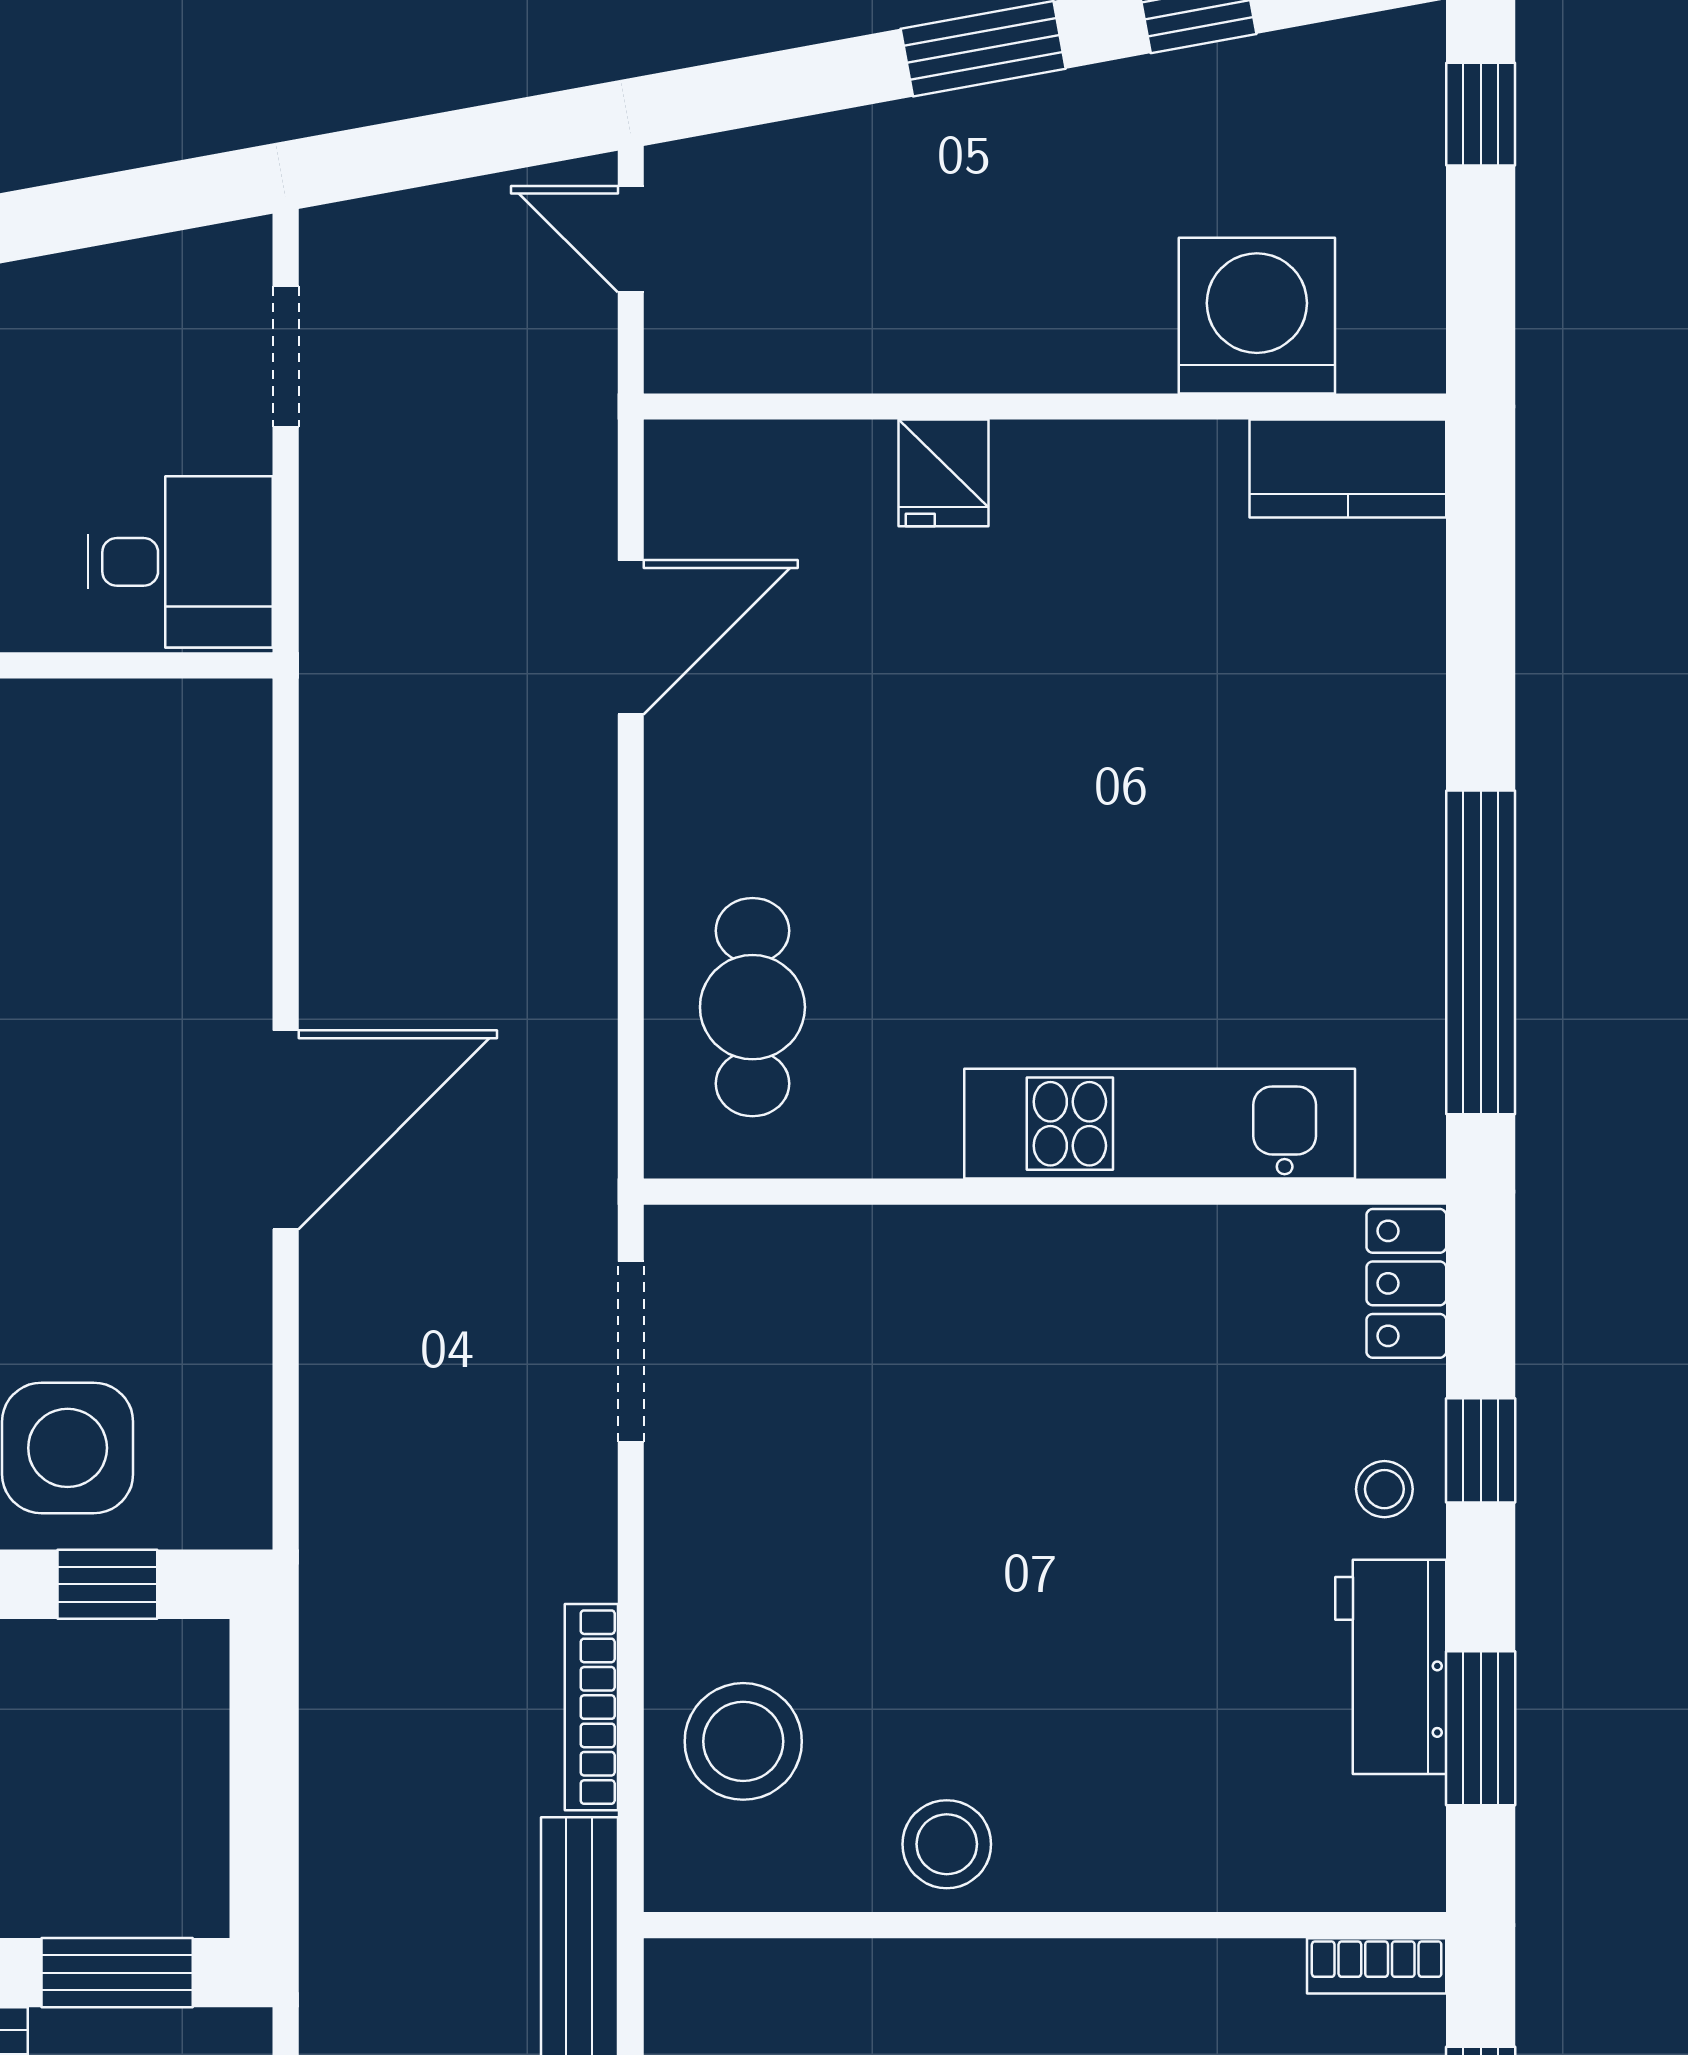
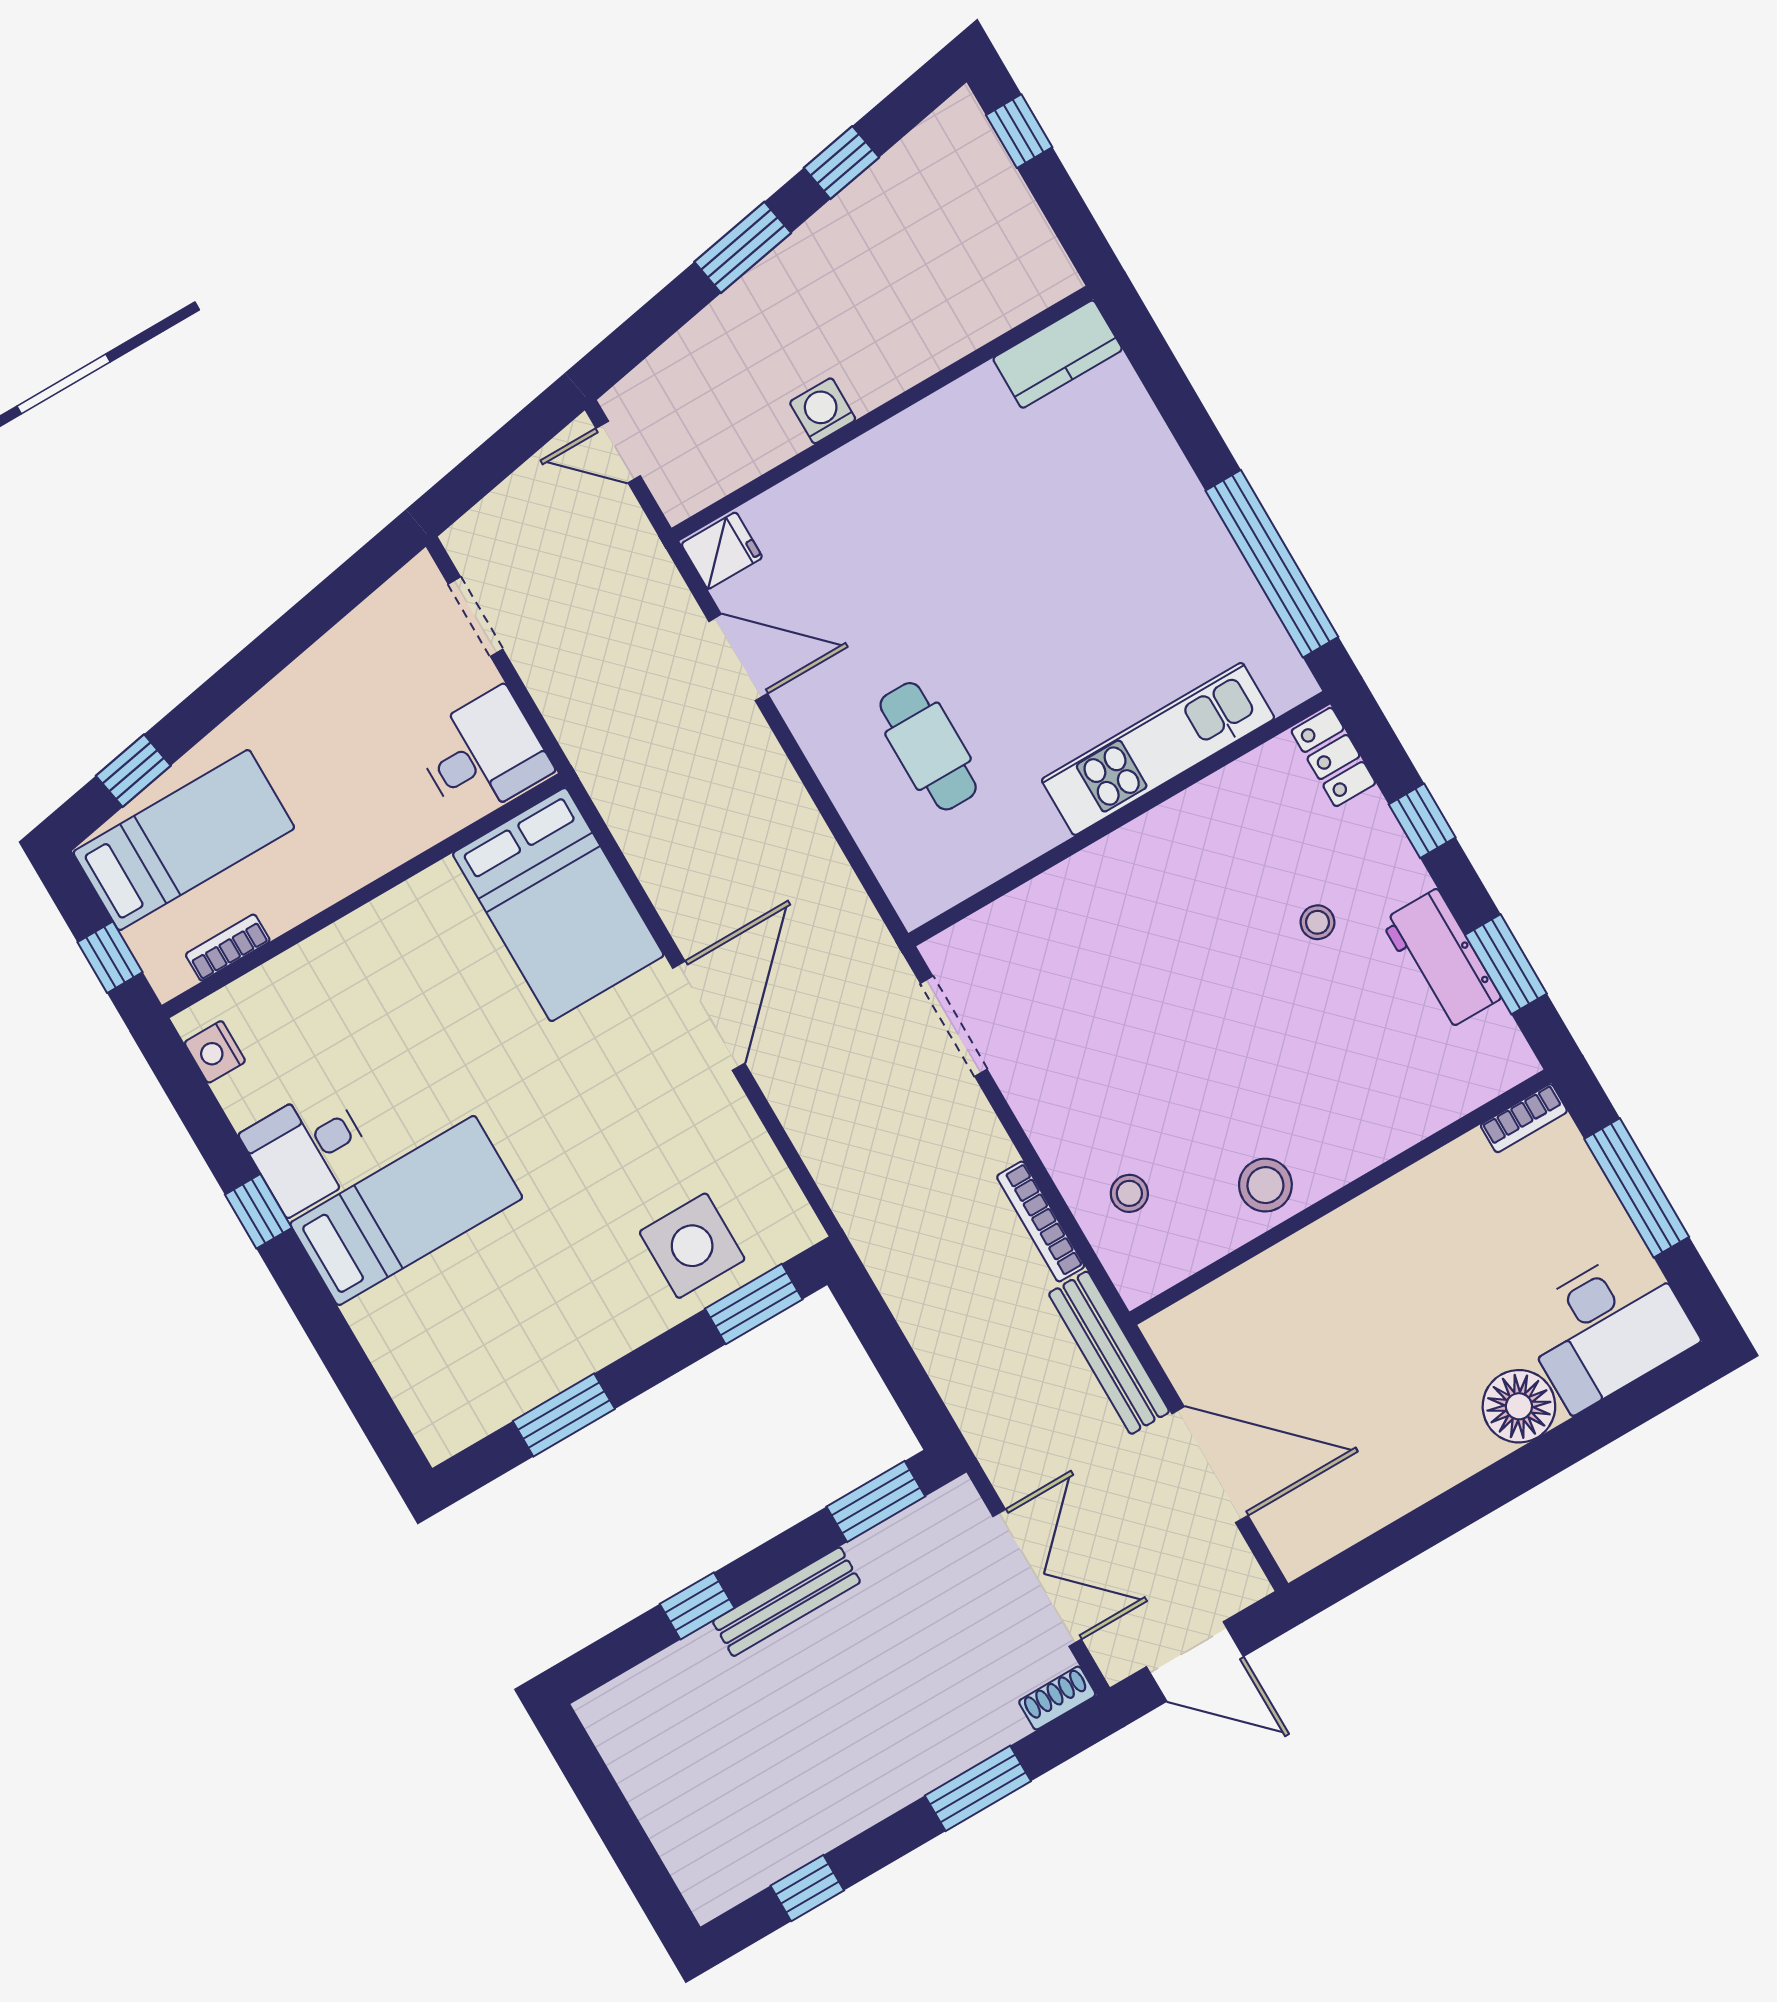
washing machine: (1257, 316) -> (823, 411), moved, width x0.53, depth x0.53
fridge: (944, 473) -> (722, 551), moved, turned -90
door: (631, 637) -> (738, 657), hinge flipped
bed: (162, 842) -> (558, 904), added
cafe table: (752, 1007) -> (928, 746), moved
stool: (1384, 1489) -> (1317, 922), moved
window: (107, 1584) -> (754, 1304), width x1.50
stool: (743, 1741) -> (1129, 1193), width x0.53, depth x0.53

